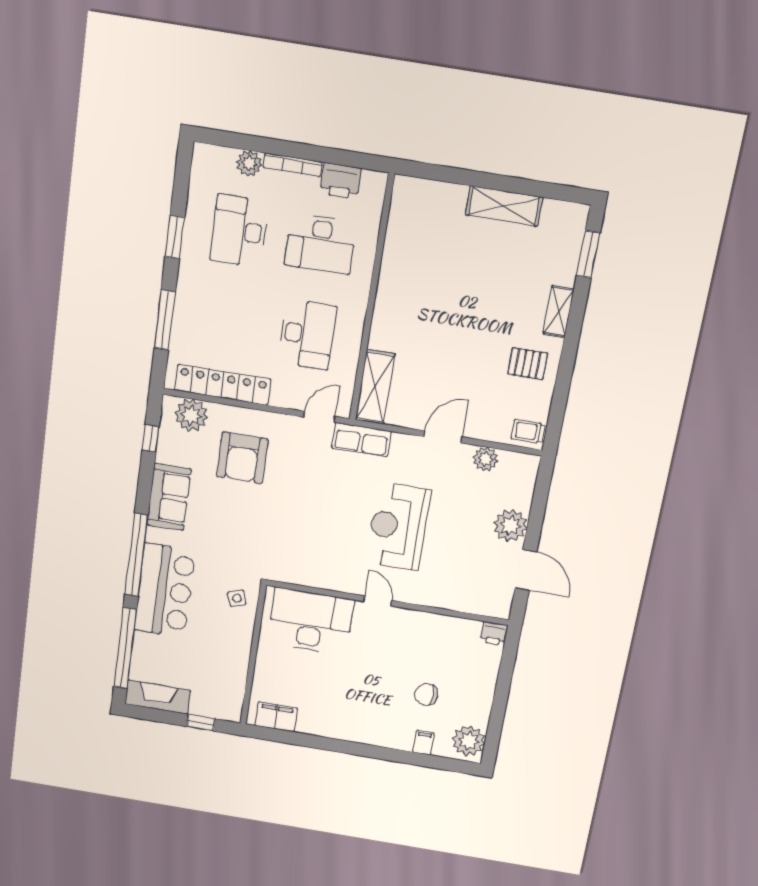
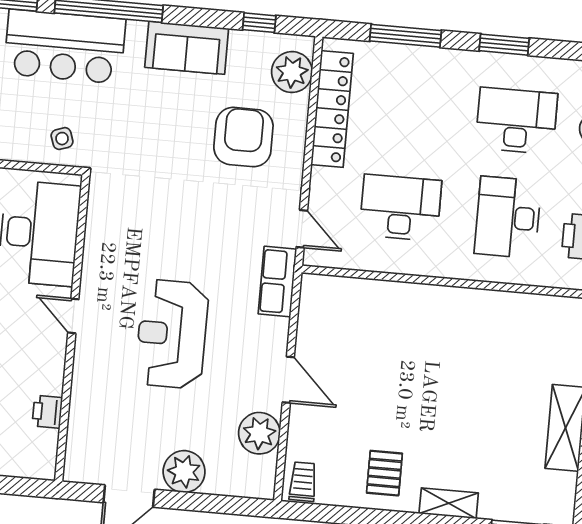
desk: (307, 334) -> (400, 208), turned 180
shelving: (375, 387) -> (343, 293), removed
armchair: (242, 458) -> (243, 137), turned 90
plant: (486, 459) -> (259, 433), width x1.36, depth x1.36
reception desk: (398, 526) -> (172, 334), turned -90
door: (378, 601) -> (73, 316), swing flipped
printer: (494, 634) -> (47, 412), moved

